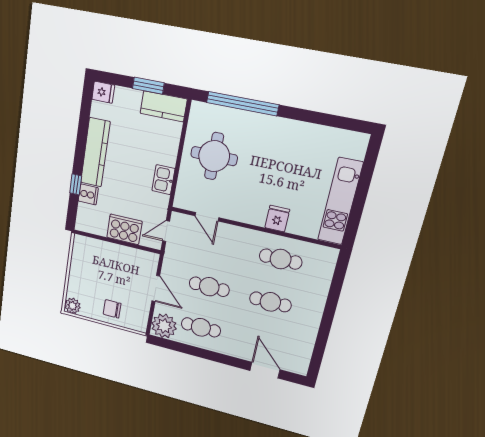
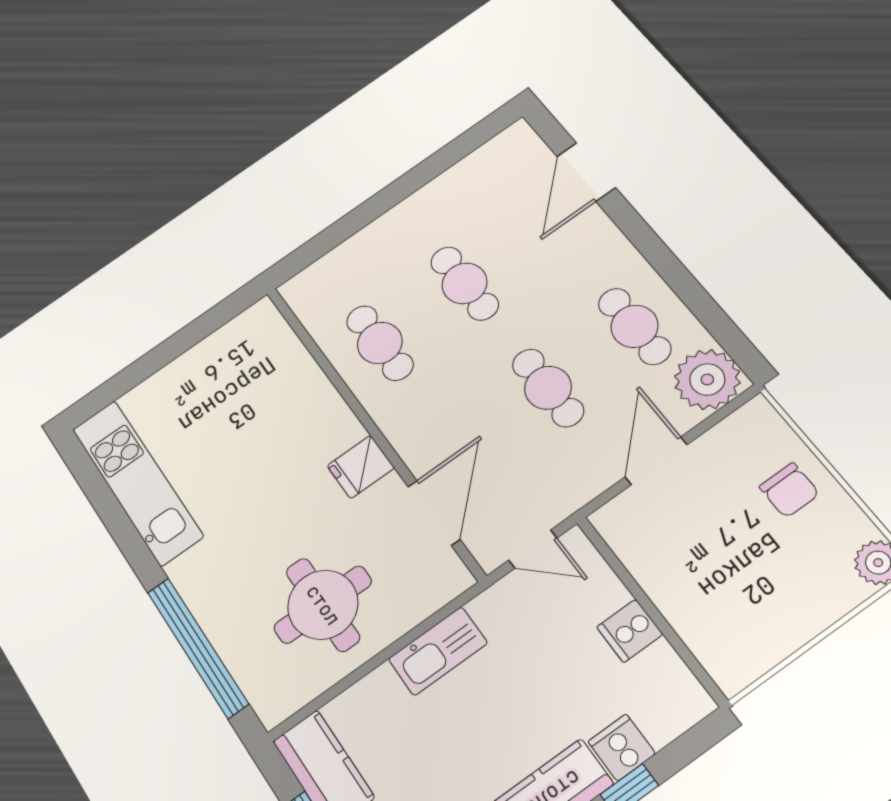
kitchen sink: (163, 180) -> (438, 651), width x1.38
kitchen unit: (340, 201) -> (137, 482), moved, turned -90
door: (207, 217) -> (434, 513), width x1.38
fridge: (277, 219) -> (361, 467), moved
cooker: (124, 229) -> (630, 631), width x0.53, depth x0.76

